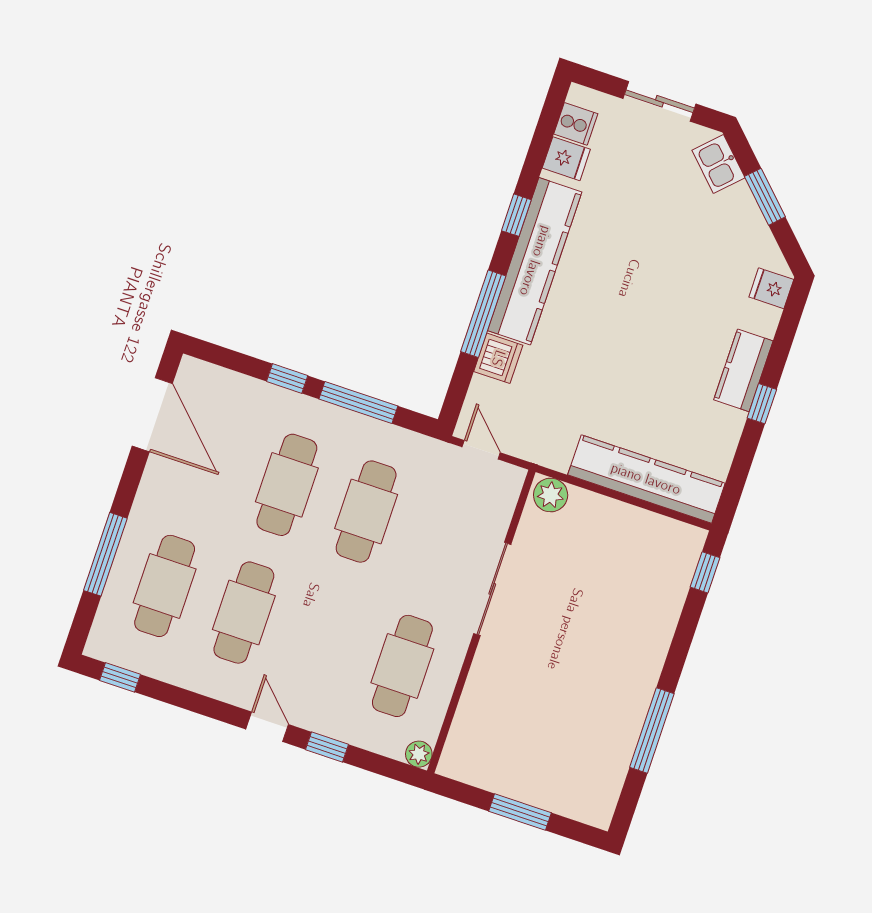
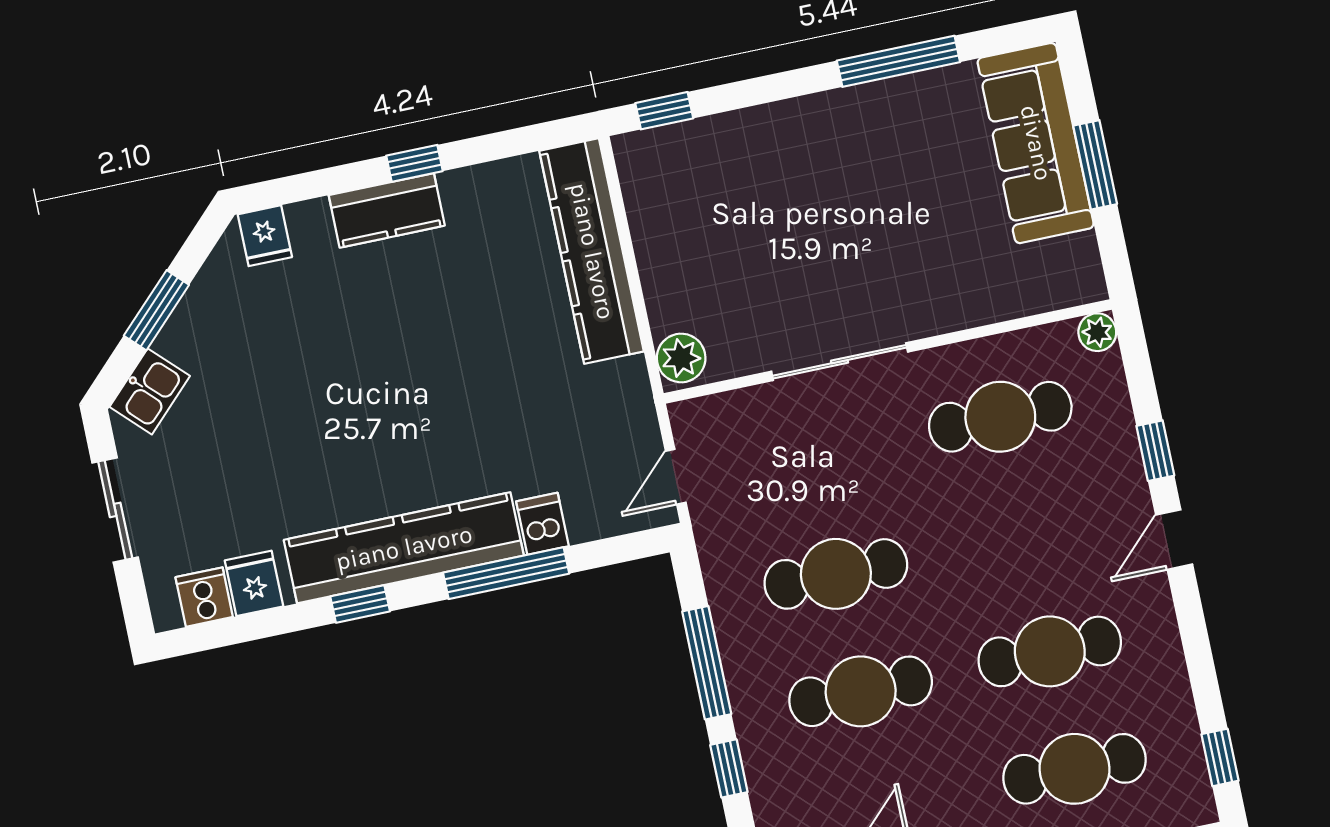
dishwasher: (498, 358) -> (542, 524), width x0.73
sofa: (554, 784) -> (1036, 143), added

